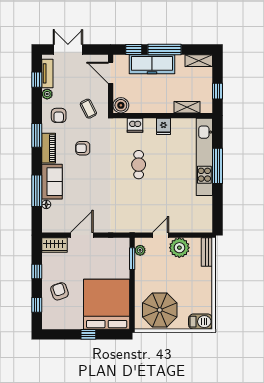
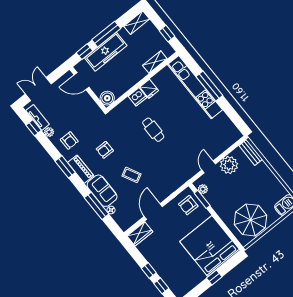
coffee table: (88, 109) -> (131, 175), moved
dishwasher: (135, 125) -> (138, 97), moved
window: (37, 271) -> (149, 270), moved
armchair: (59, 291) -> (188, 205), moved, turned -71

